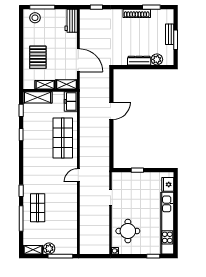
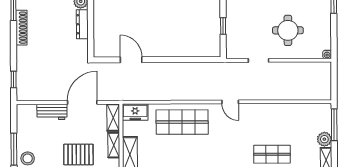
workbench: (71, 21) -> (52, 112), moved
door: (111, 111) -> (131, 60), moved
round table: (128, 231) -> (288, 30), moved

